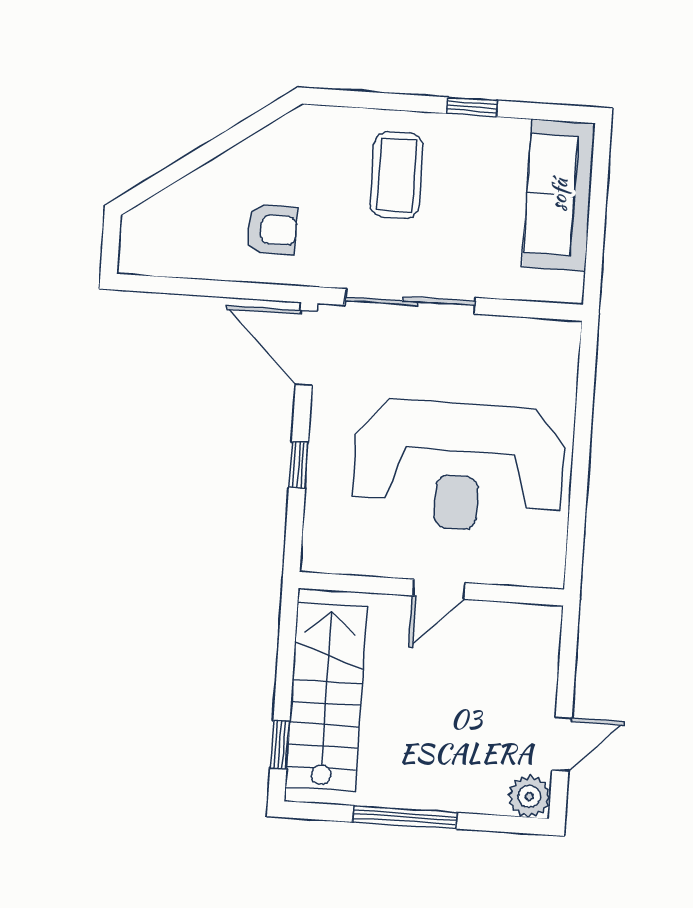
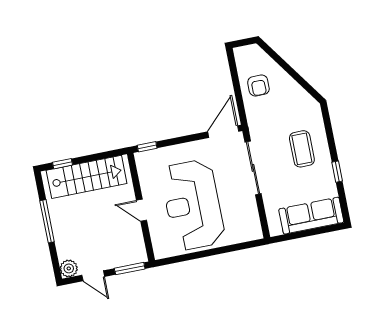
coffee table: (397, 175) -> (302, 149), turned 90
armchair: (272, 230) -> (258, 86), moved
window: (299, 465) -> (147, 147), moved
window: (568, 654) -> (130, 269), added

